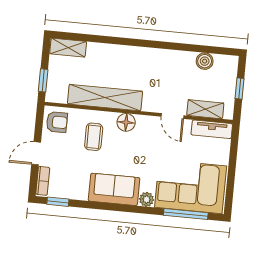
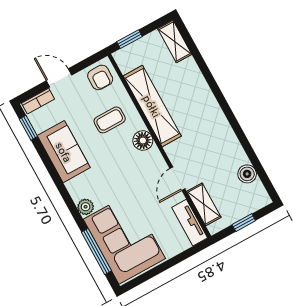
sofa: (114, 189) -> (64, 152), moved

